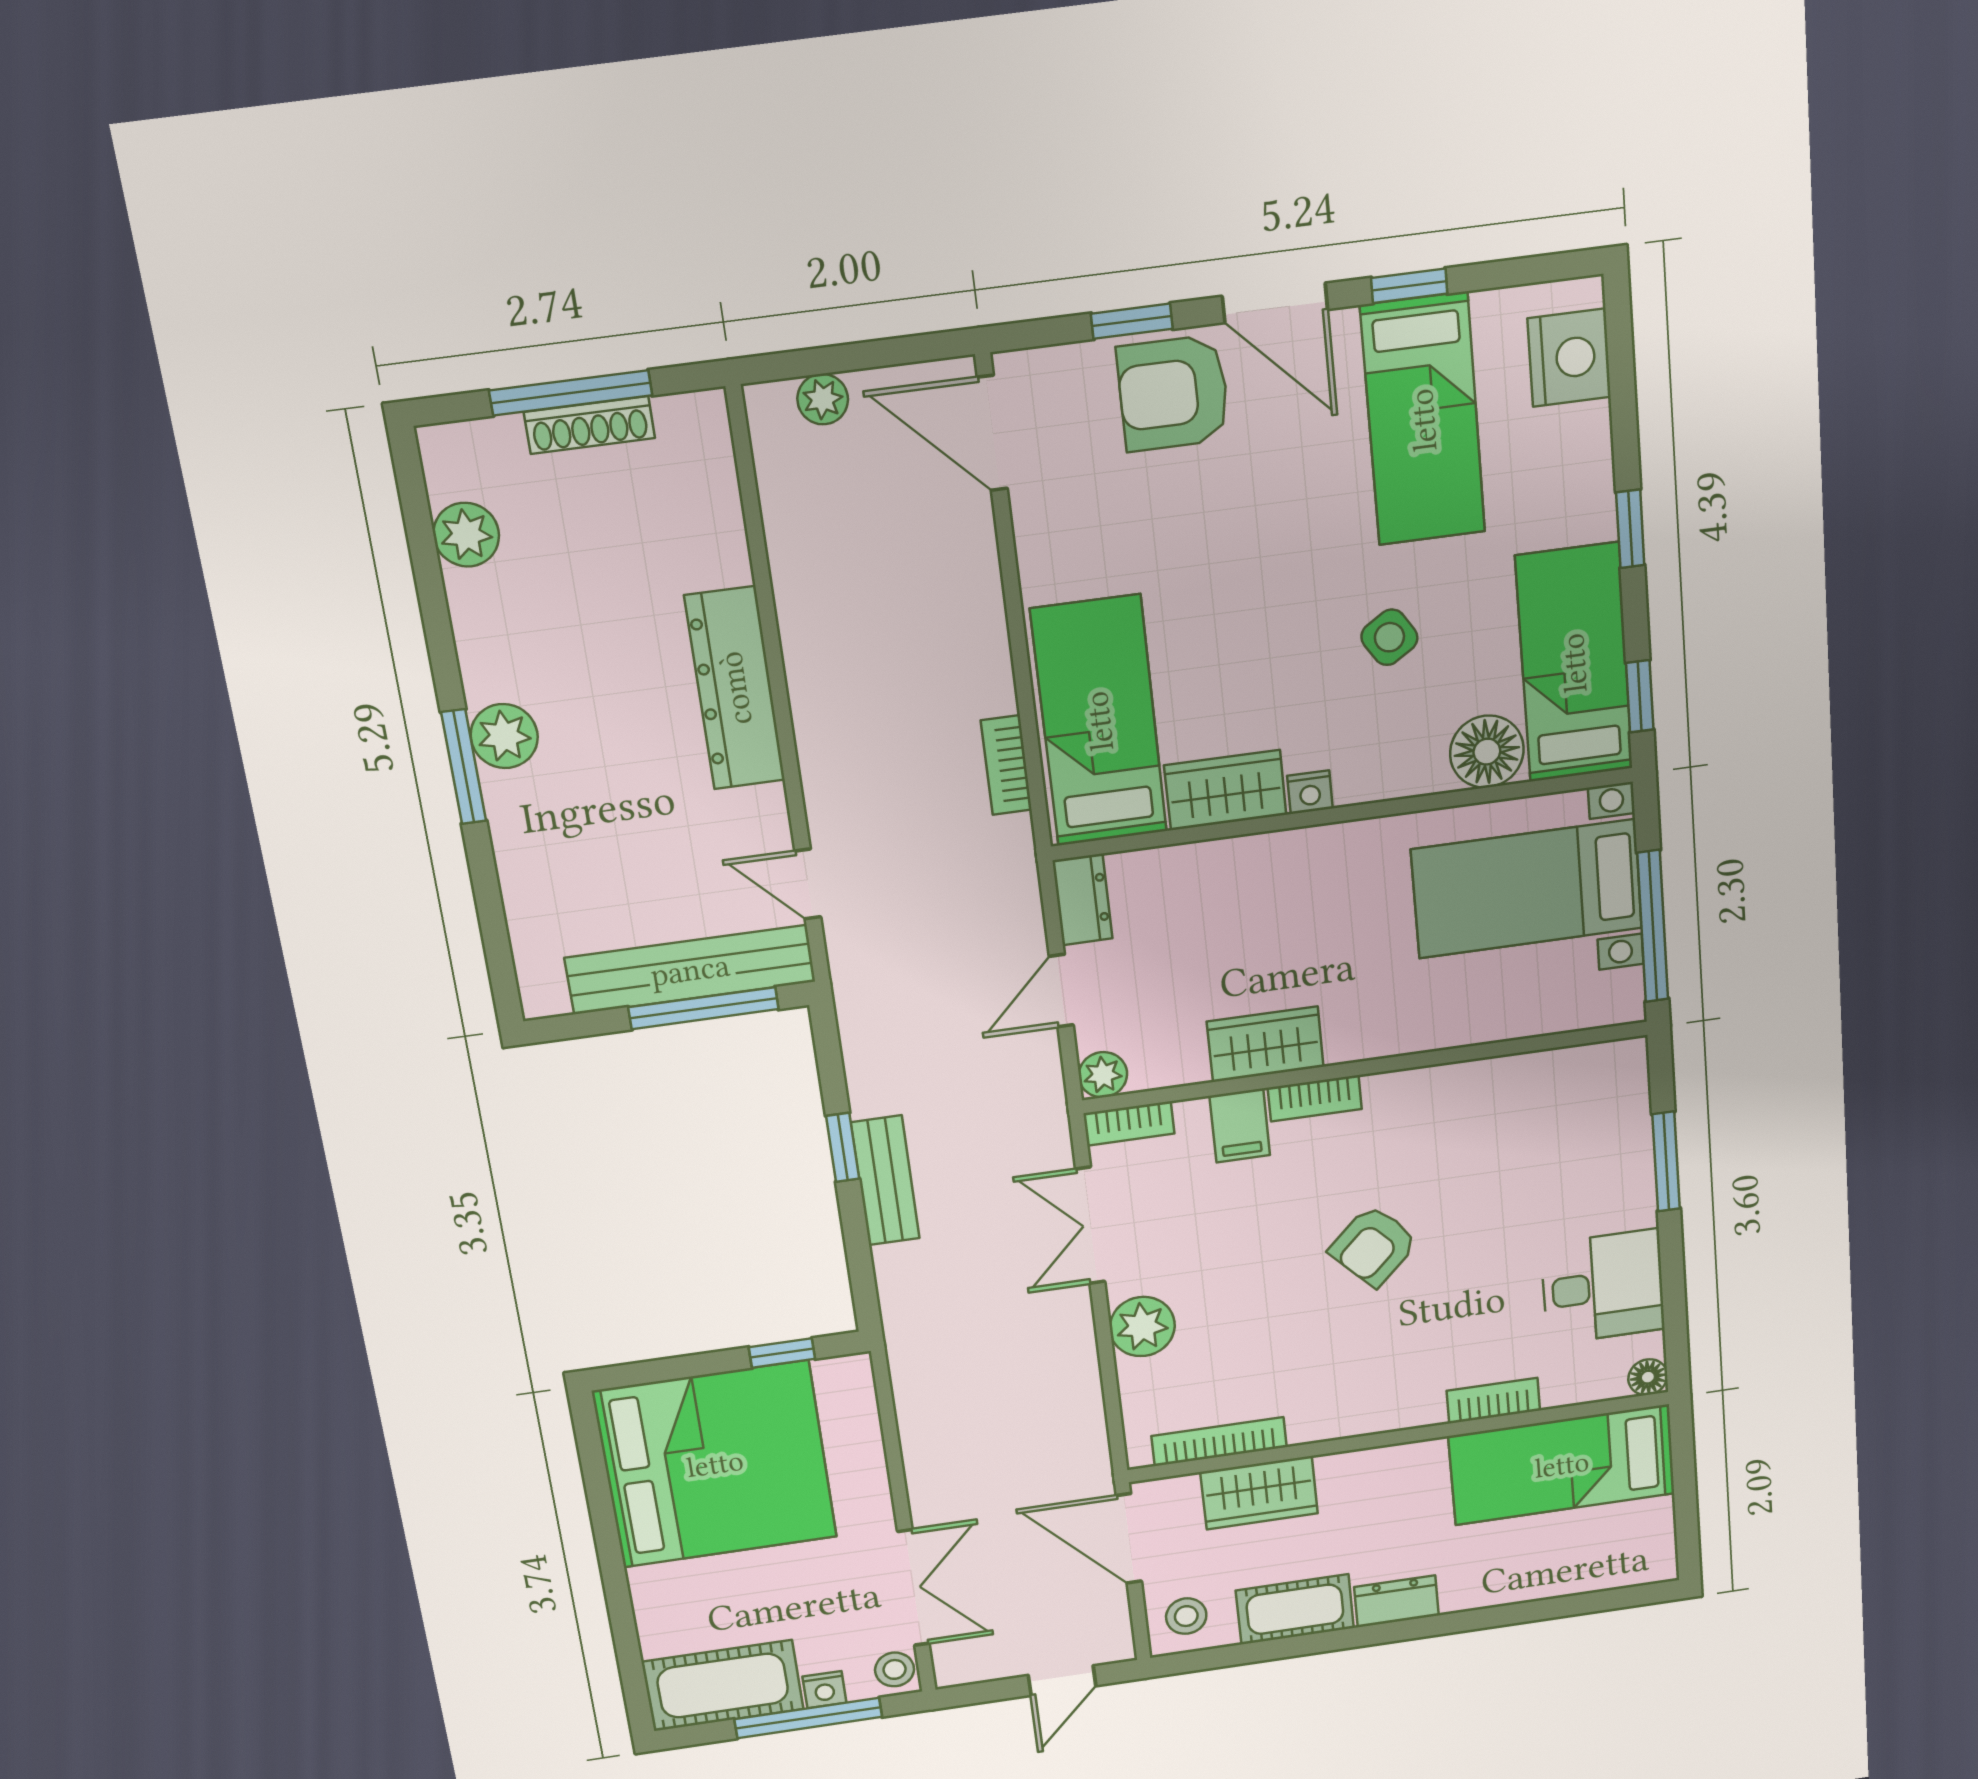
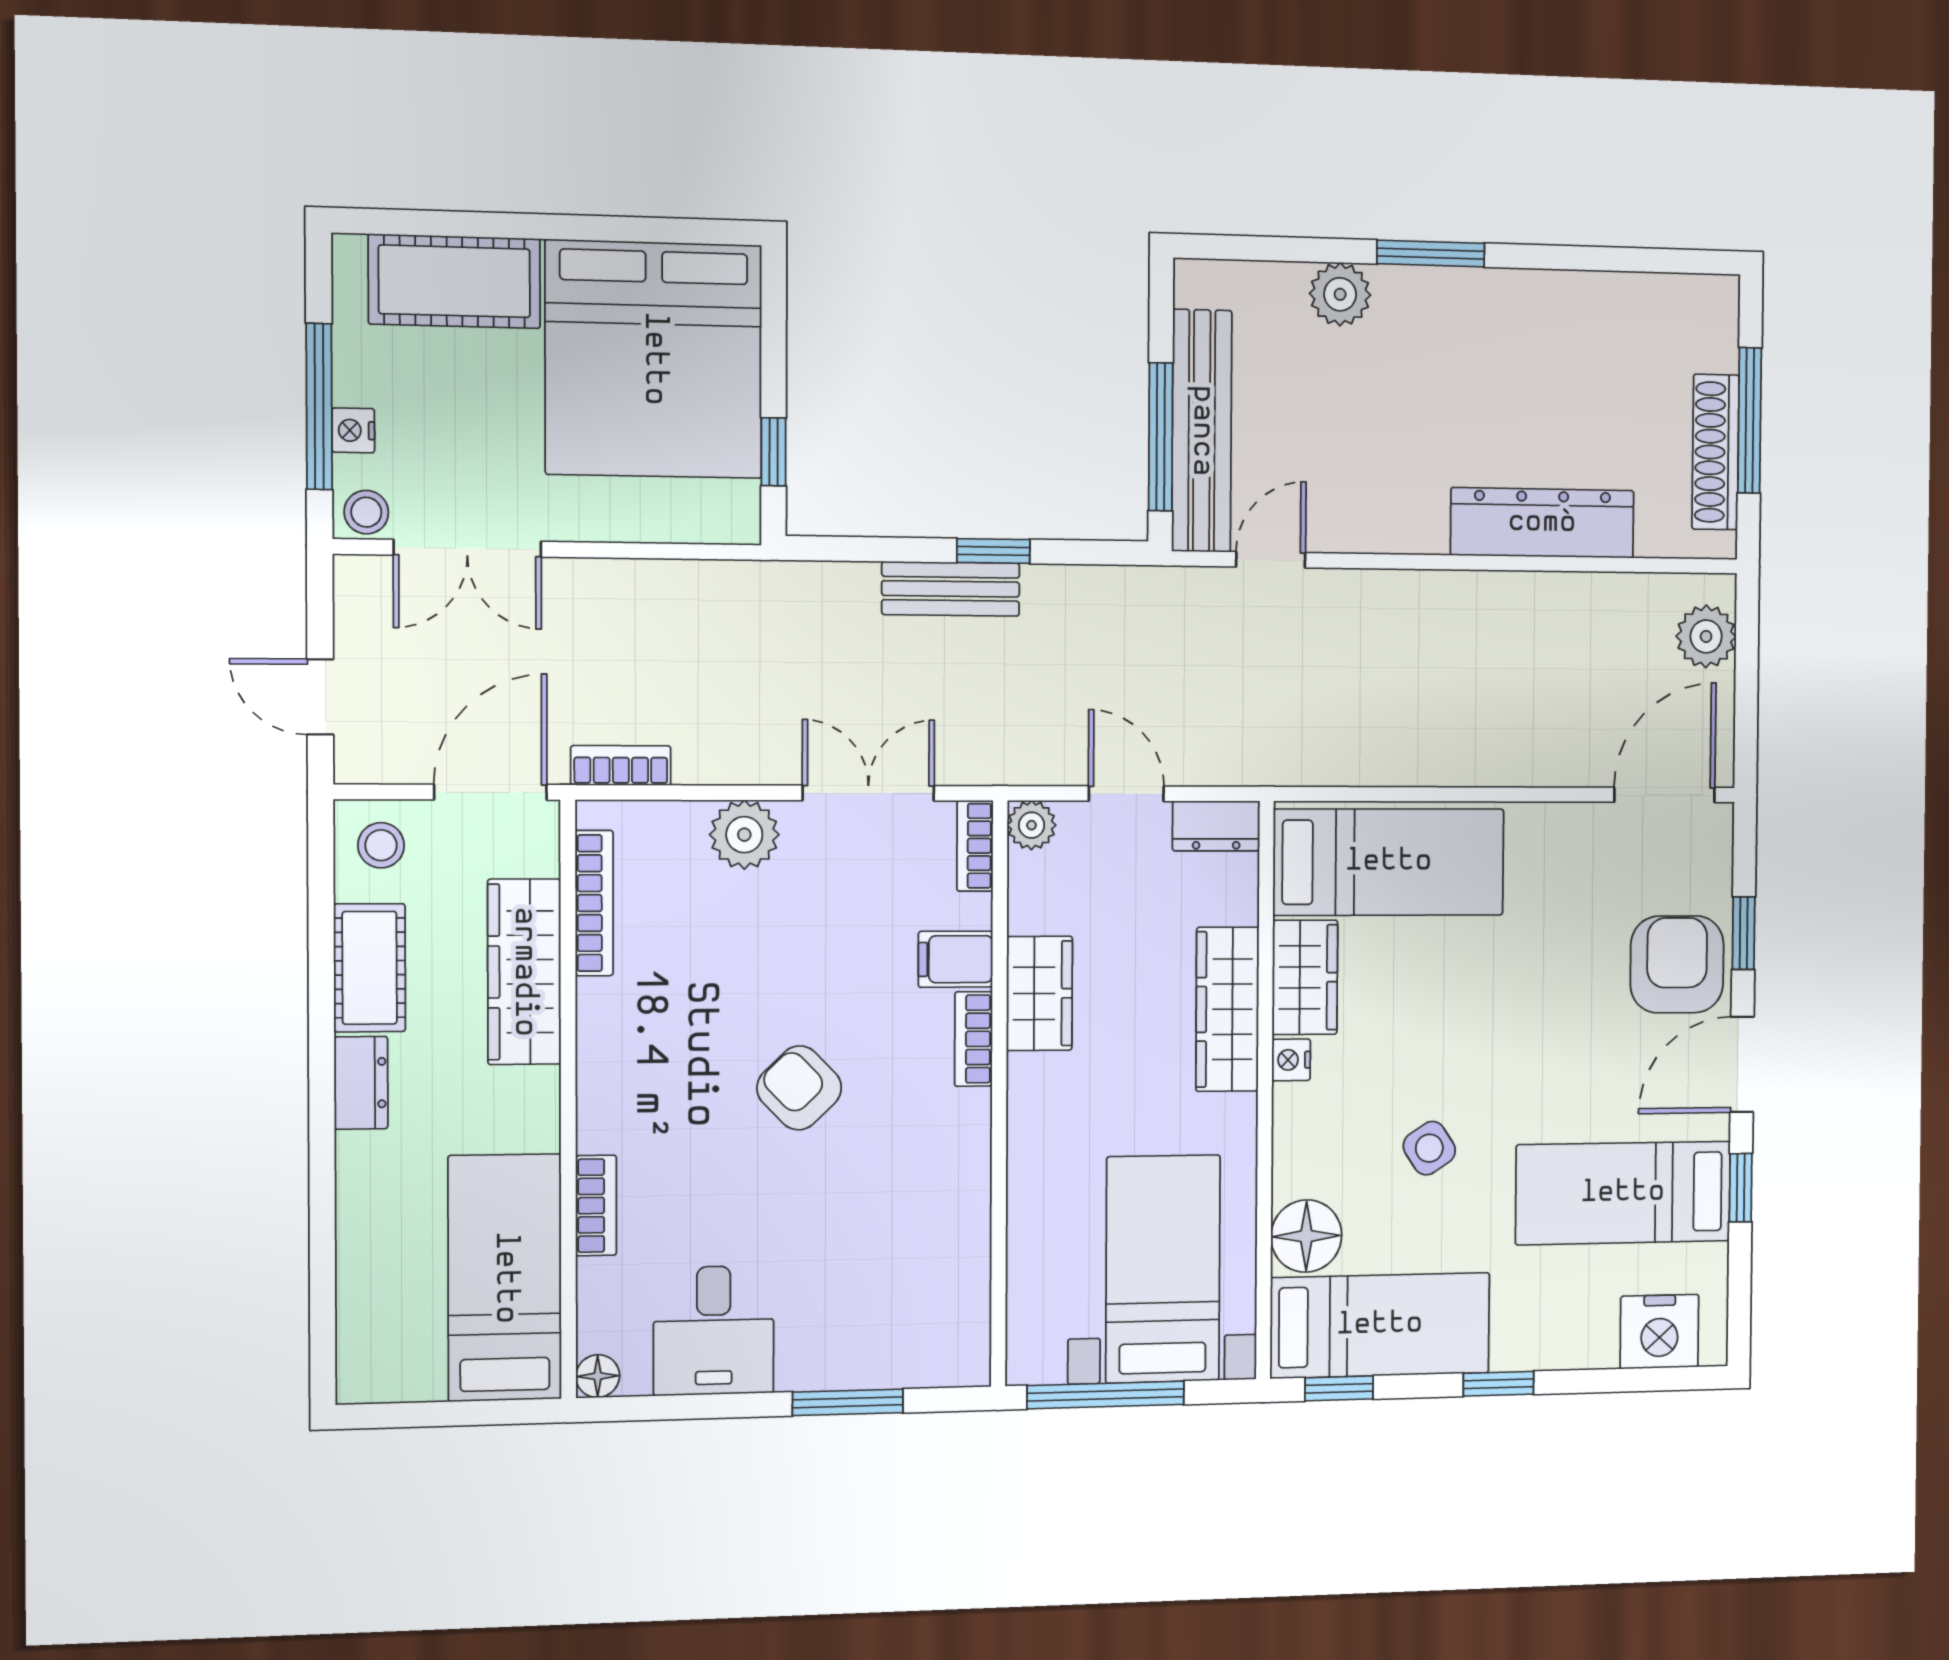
plant: (823, 399) -> (1706, 636), width x1.38, depth x1.38
shoe rack: (589, 425) -> (1716, 452), width x1.36, depth x1.24
plant: (466, 535) -> (1640, 301), removed
dresser: (735, 688) -> (1542, 523), moved
plant: (504, 736) -> (1340, 294), moved
bookcase: (1006, 765) -> (621, 765), moved
wardrobe: (1265, 863) -> (1227, 1009), added
wardrobe: (1259, 1493) -> (524, 972), width x1.50
cot: (723, 1686) -> (454, 281), moved, turned 90

